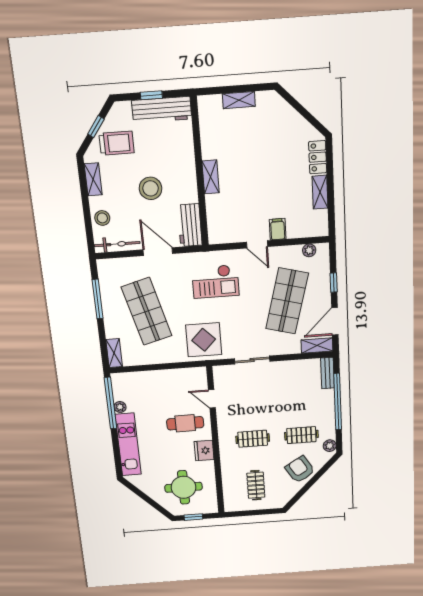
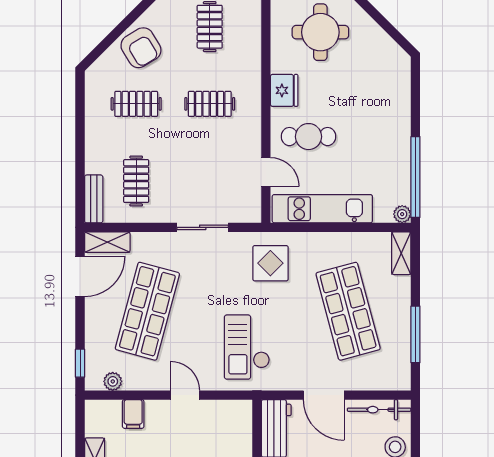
filing cabinet: (278, 229) -> (133, 414), moved
checkout: (215, 282) -> (247, 347), turned -90
window: (334, 283) -> (80, 363), moved
display table: (204, 340) -> (270, 263), width x0.73, depth x0.73
clothes rail: (299, 387) -> (136, 181), added
window: (338, 402) -> (80, 153), removed
plant: (120, 407) -> (402, 214), moved
kitchen unit: (128, 444) -> (322, 209), moved, turned 90
plant: (330, 446) -> (94, 83), removed

